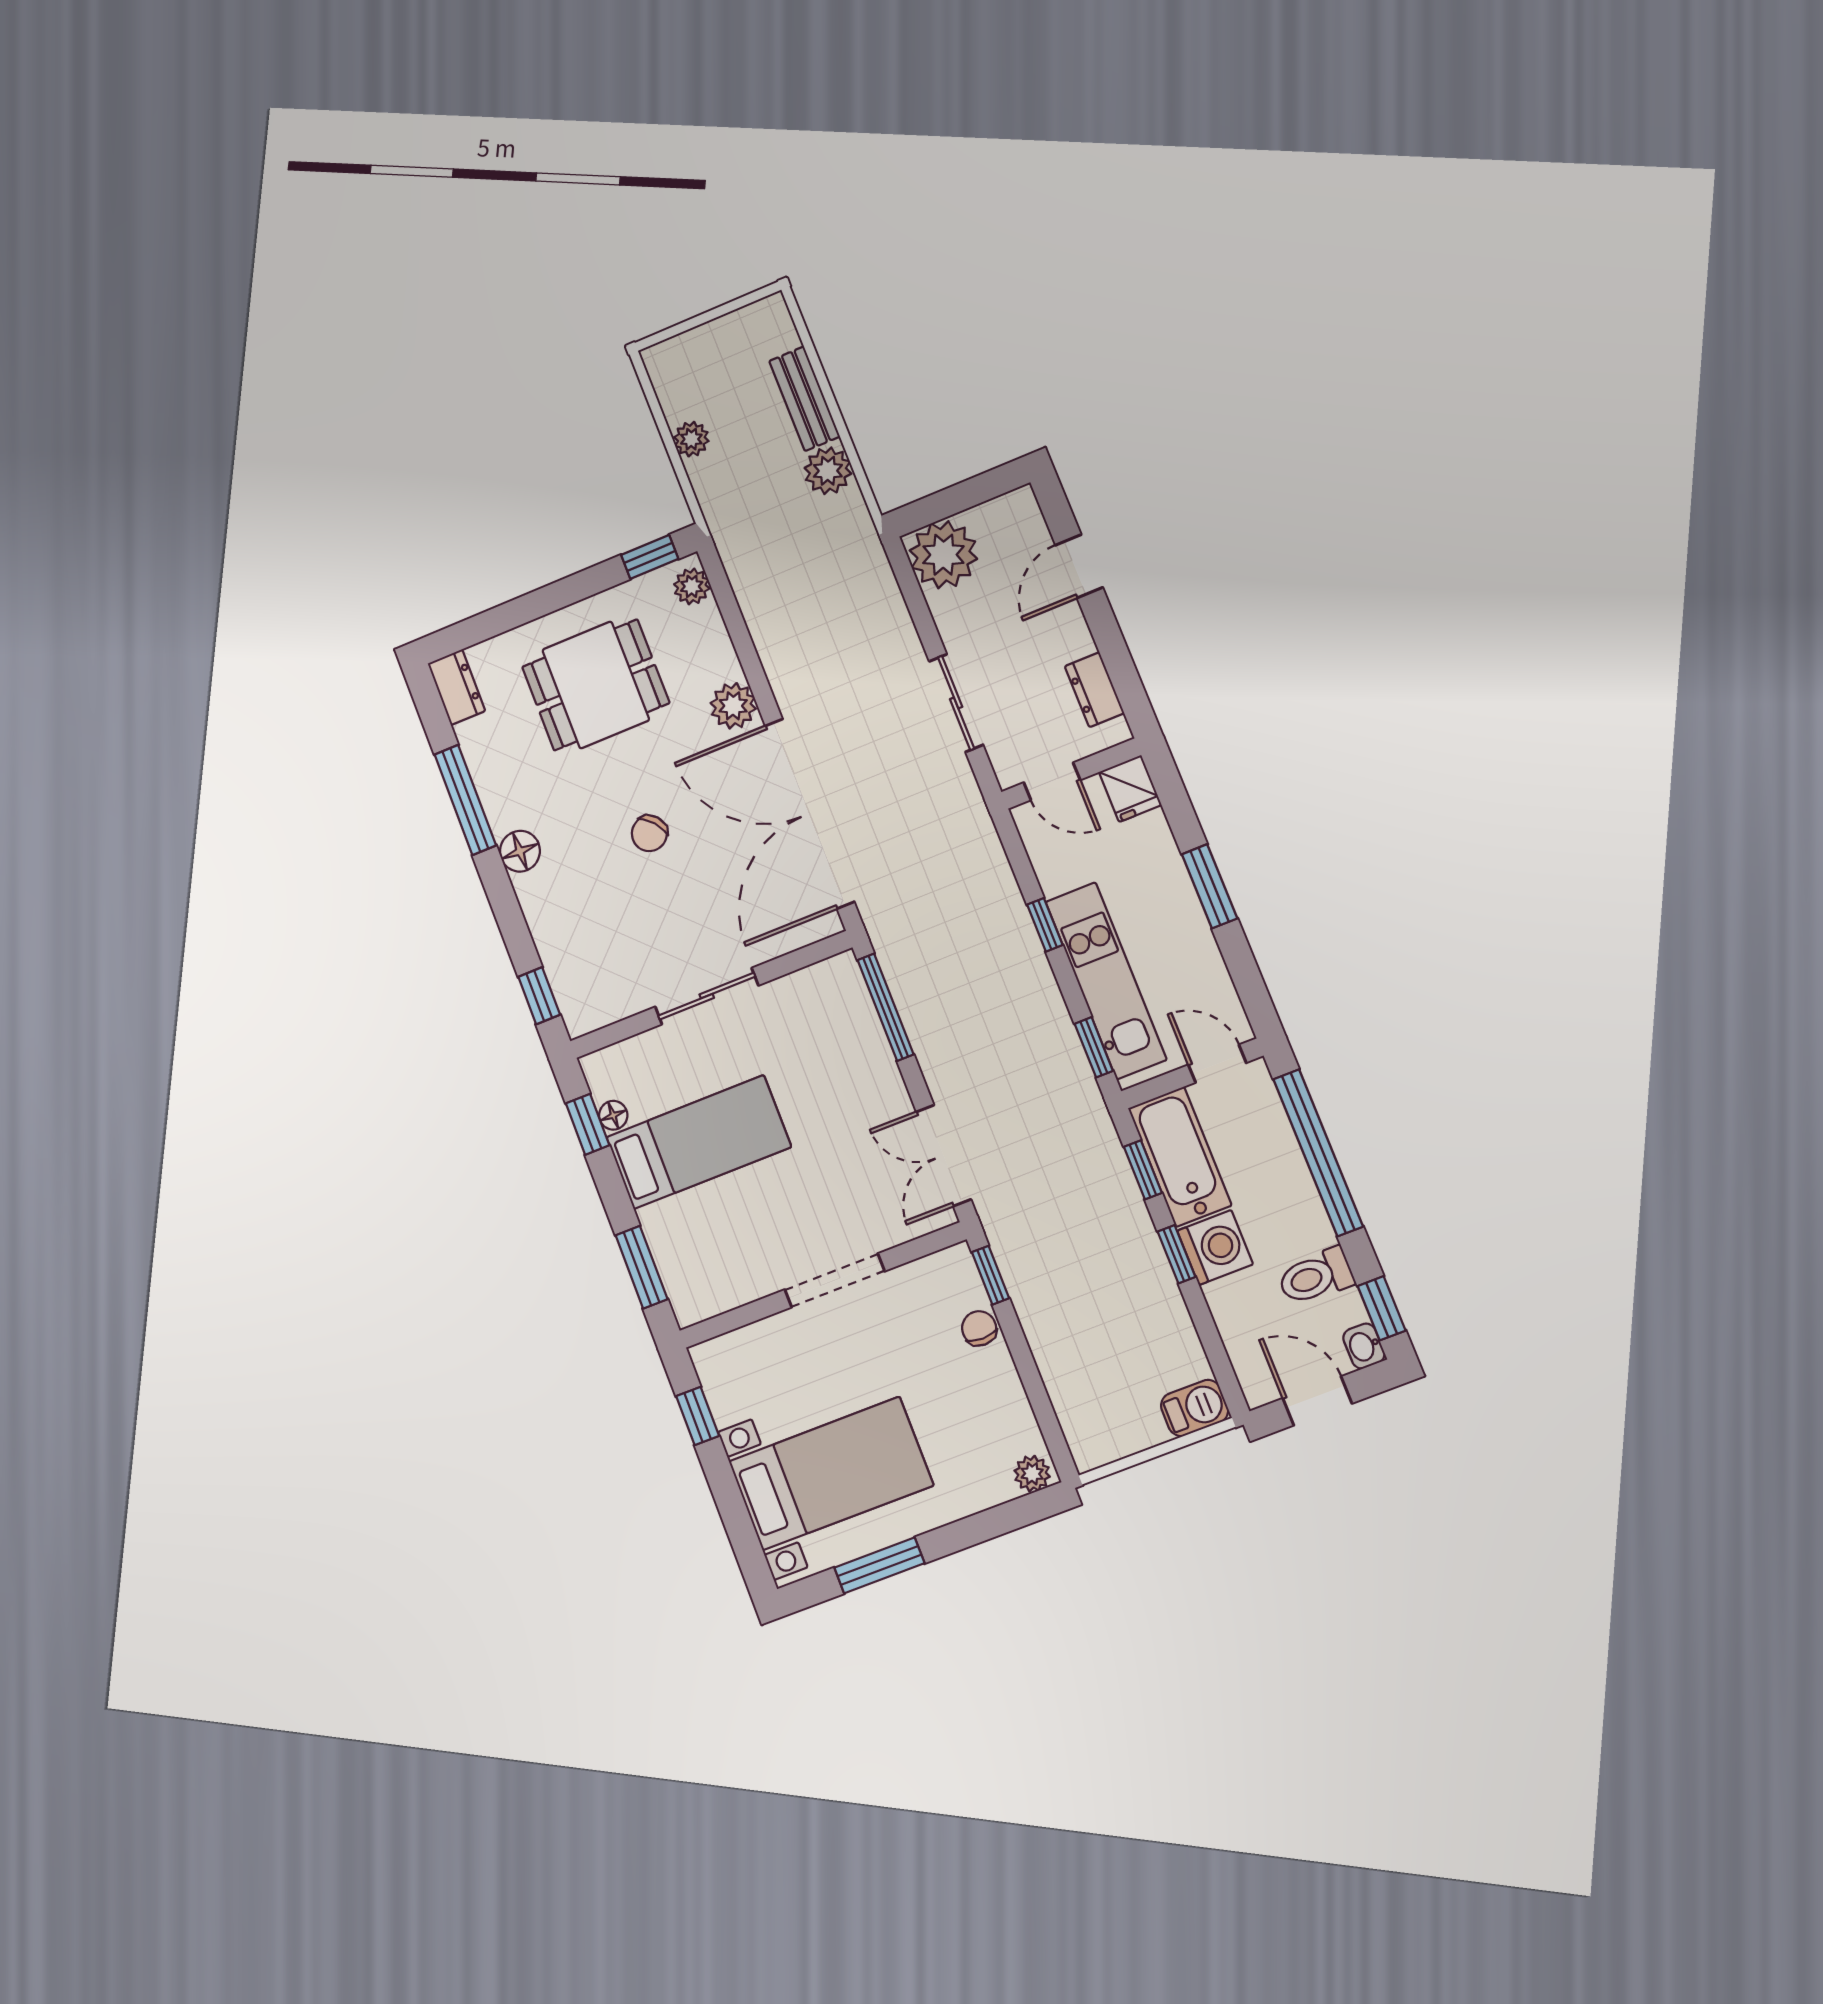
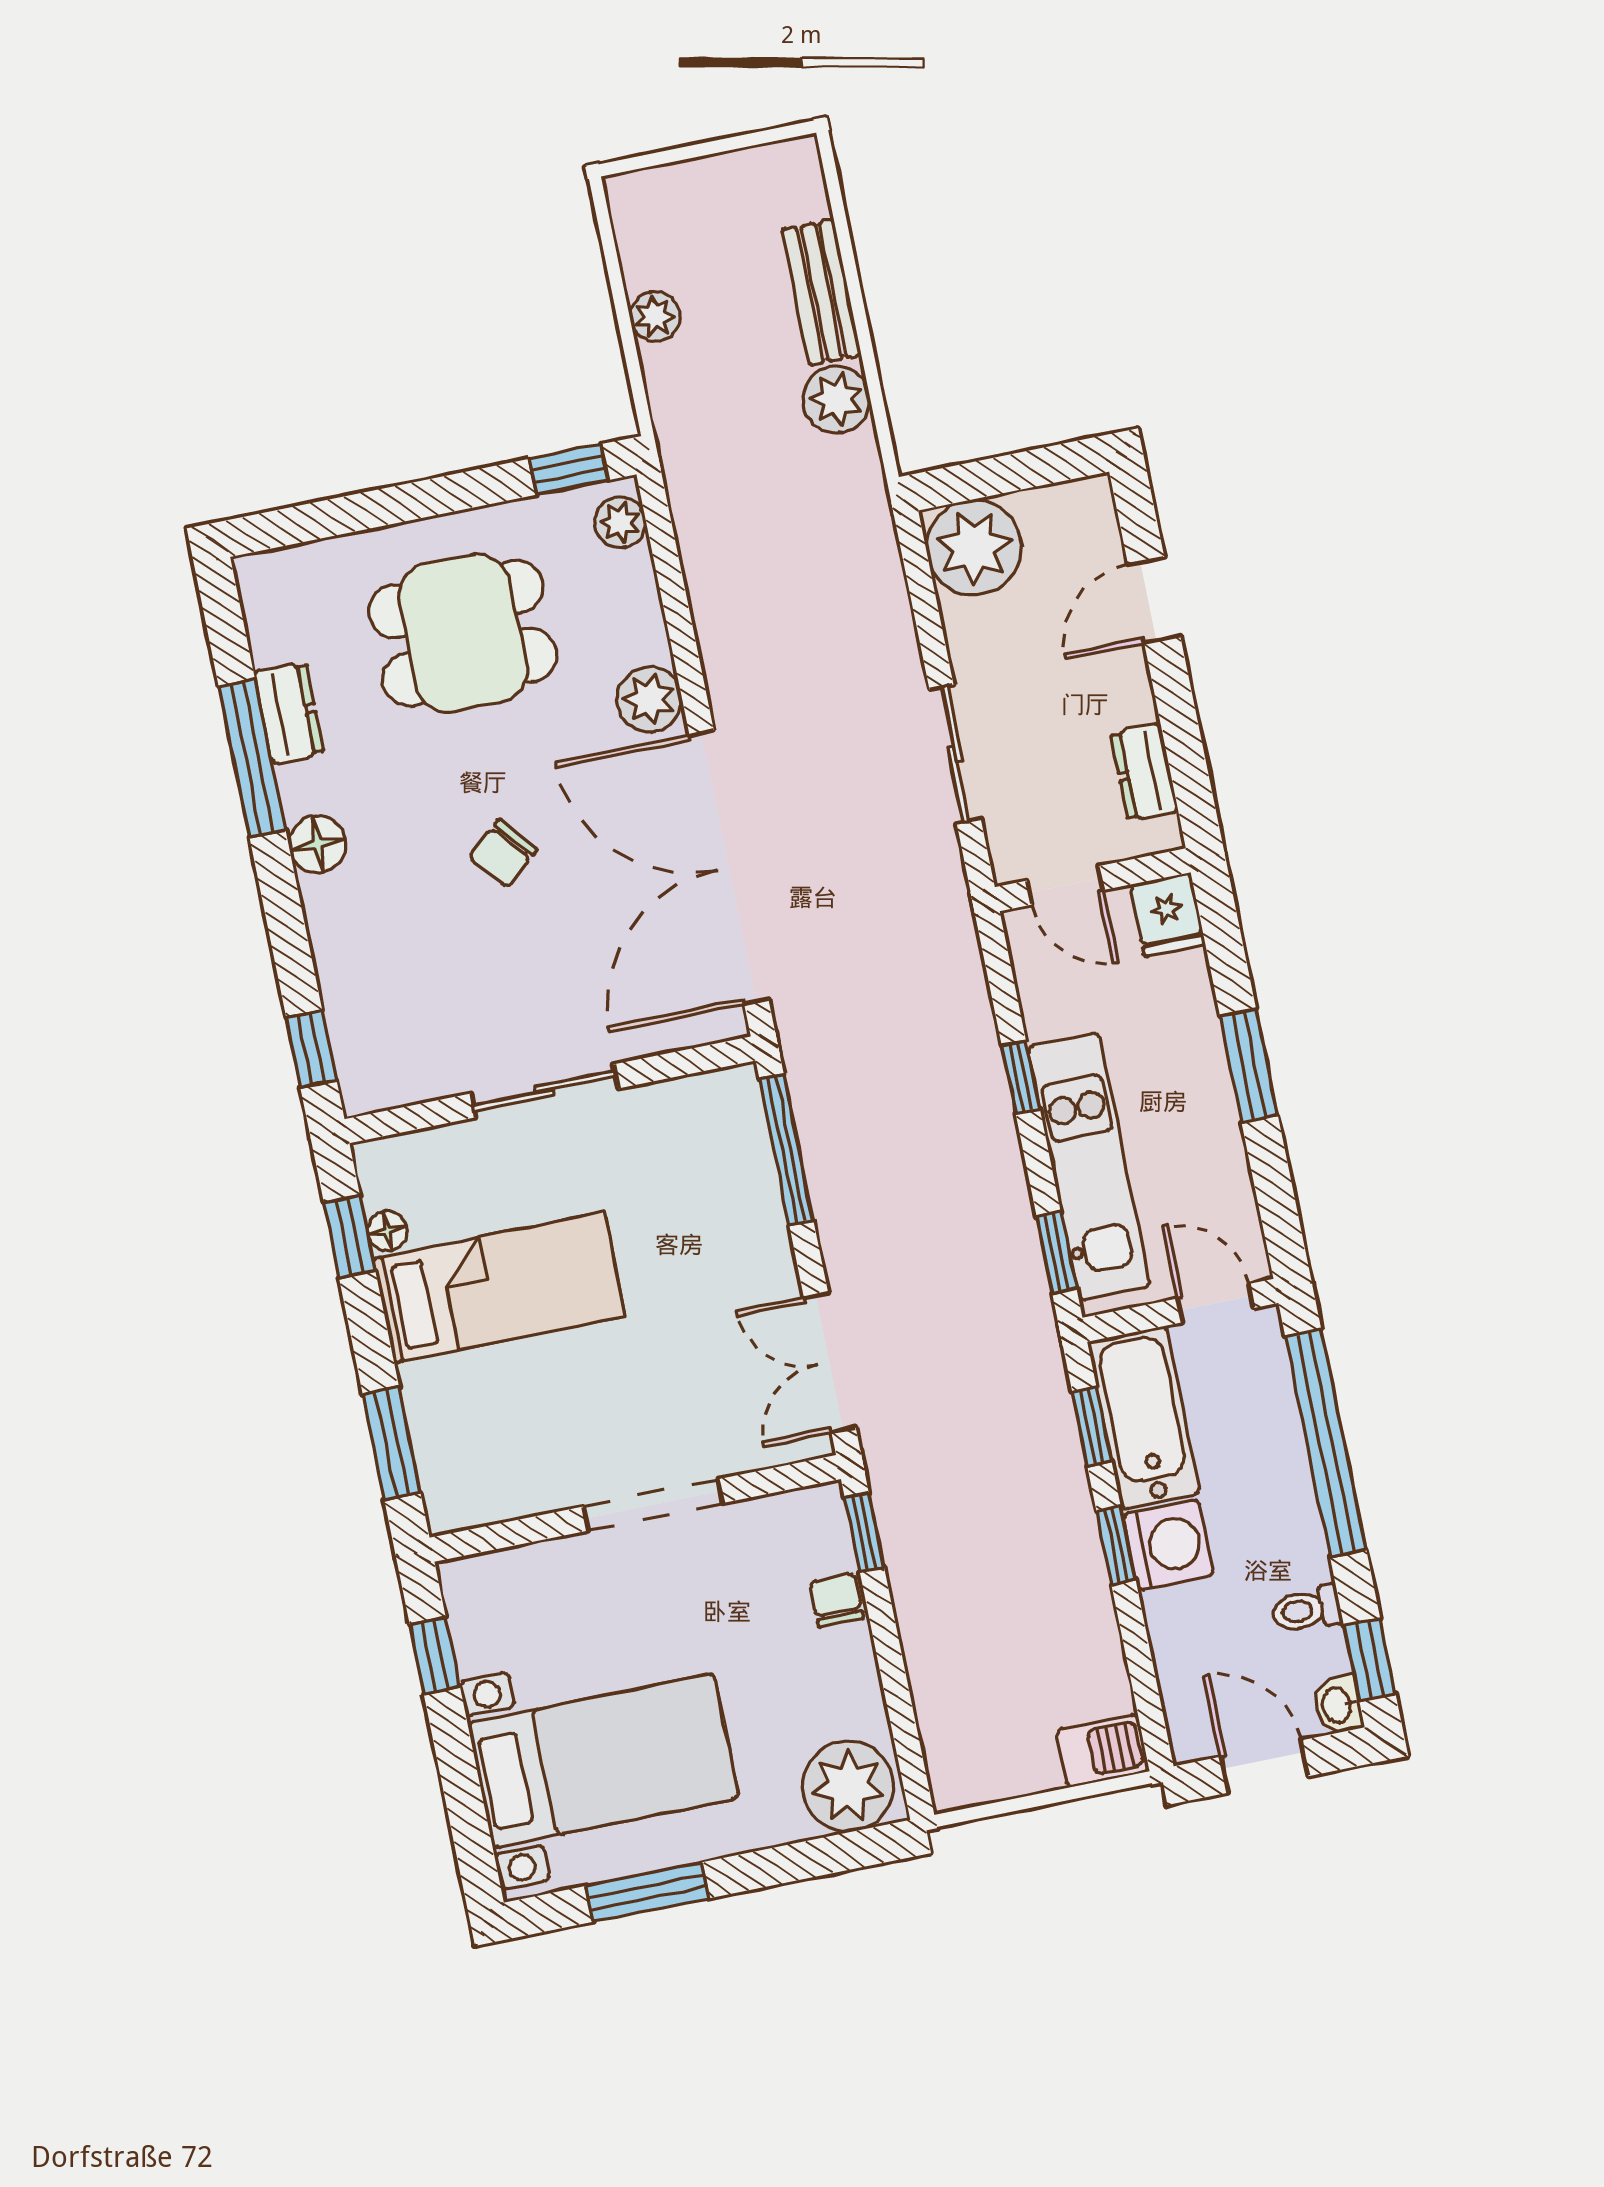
dresser: (456, 687) -> (289, 713), moved
toilet: (1316, 1277) -> (1307, 1609), width x0.73, depth x0.72
plant: (1032, 1474) -> (848, 1786), width x1.88, depth x1.88

